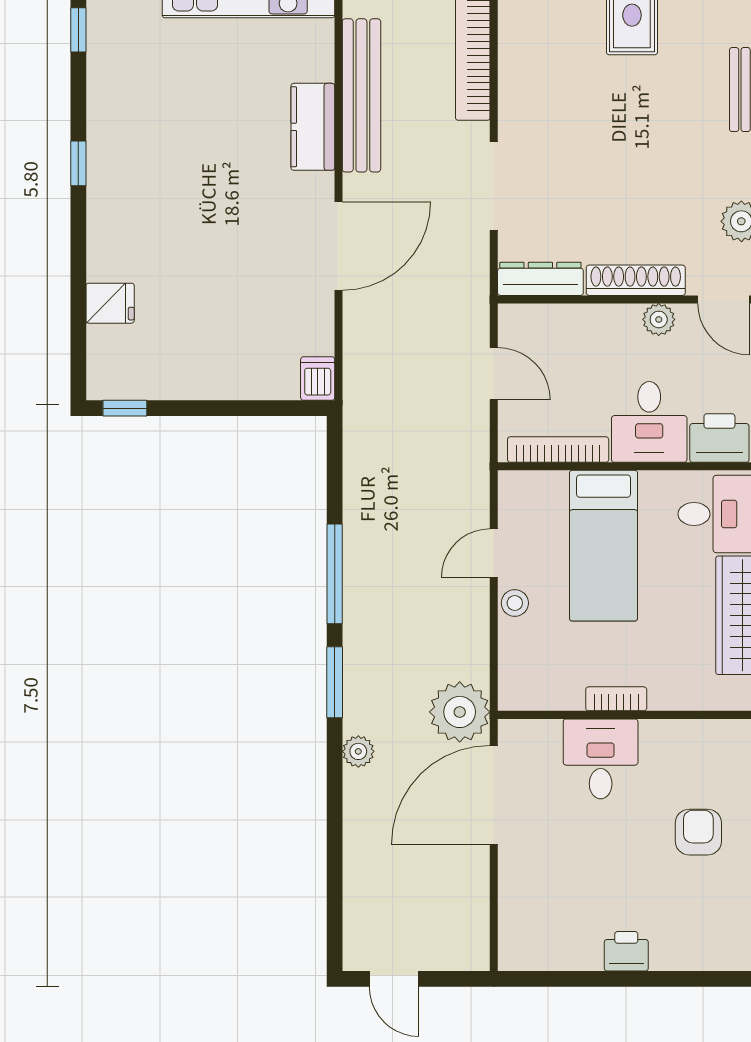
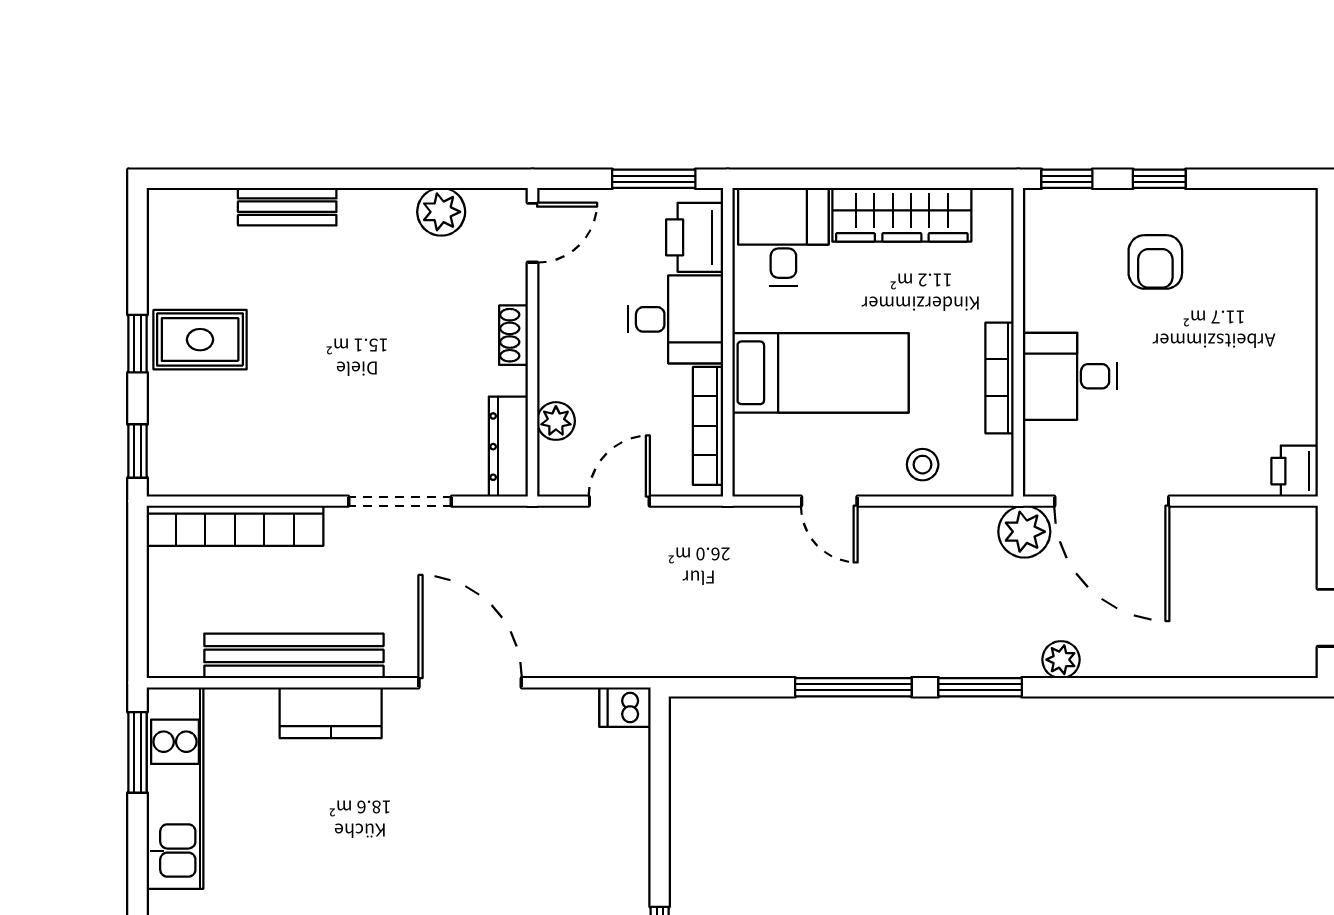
shoe rack: (636, 280) -> (514, 335), width x0.51, depth x0.81
plant: (659, 319) -> (556, 421), moved
stool: (515, 603) -> (923, 465), moved
bookcase: (616, 699) -> (1000, 378), width x1.56
plant: (460, 712) -> (1024, 532), width x0.73, depth x0.73
armchair: (698, 832) -> (1155, 262), turned -90
printer: (626, 951) -> (1295, 471), moved

